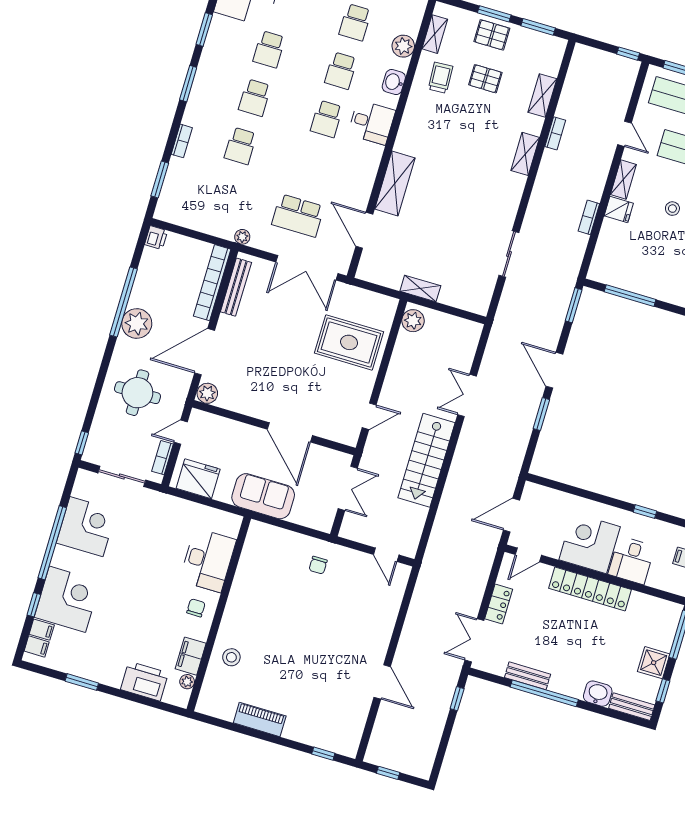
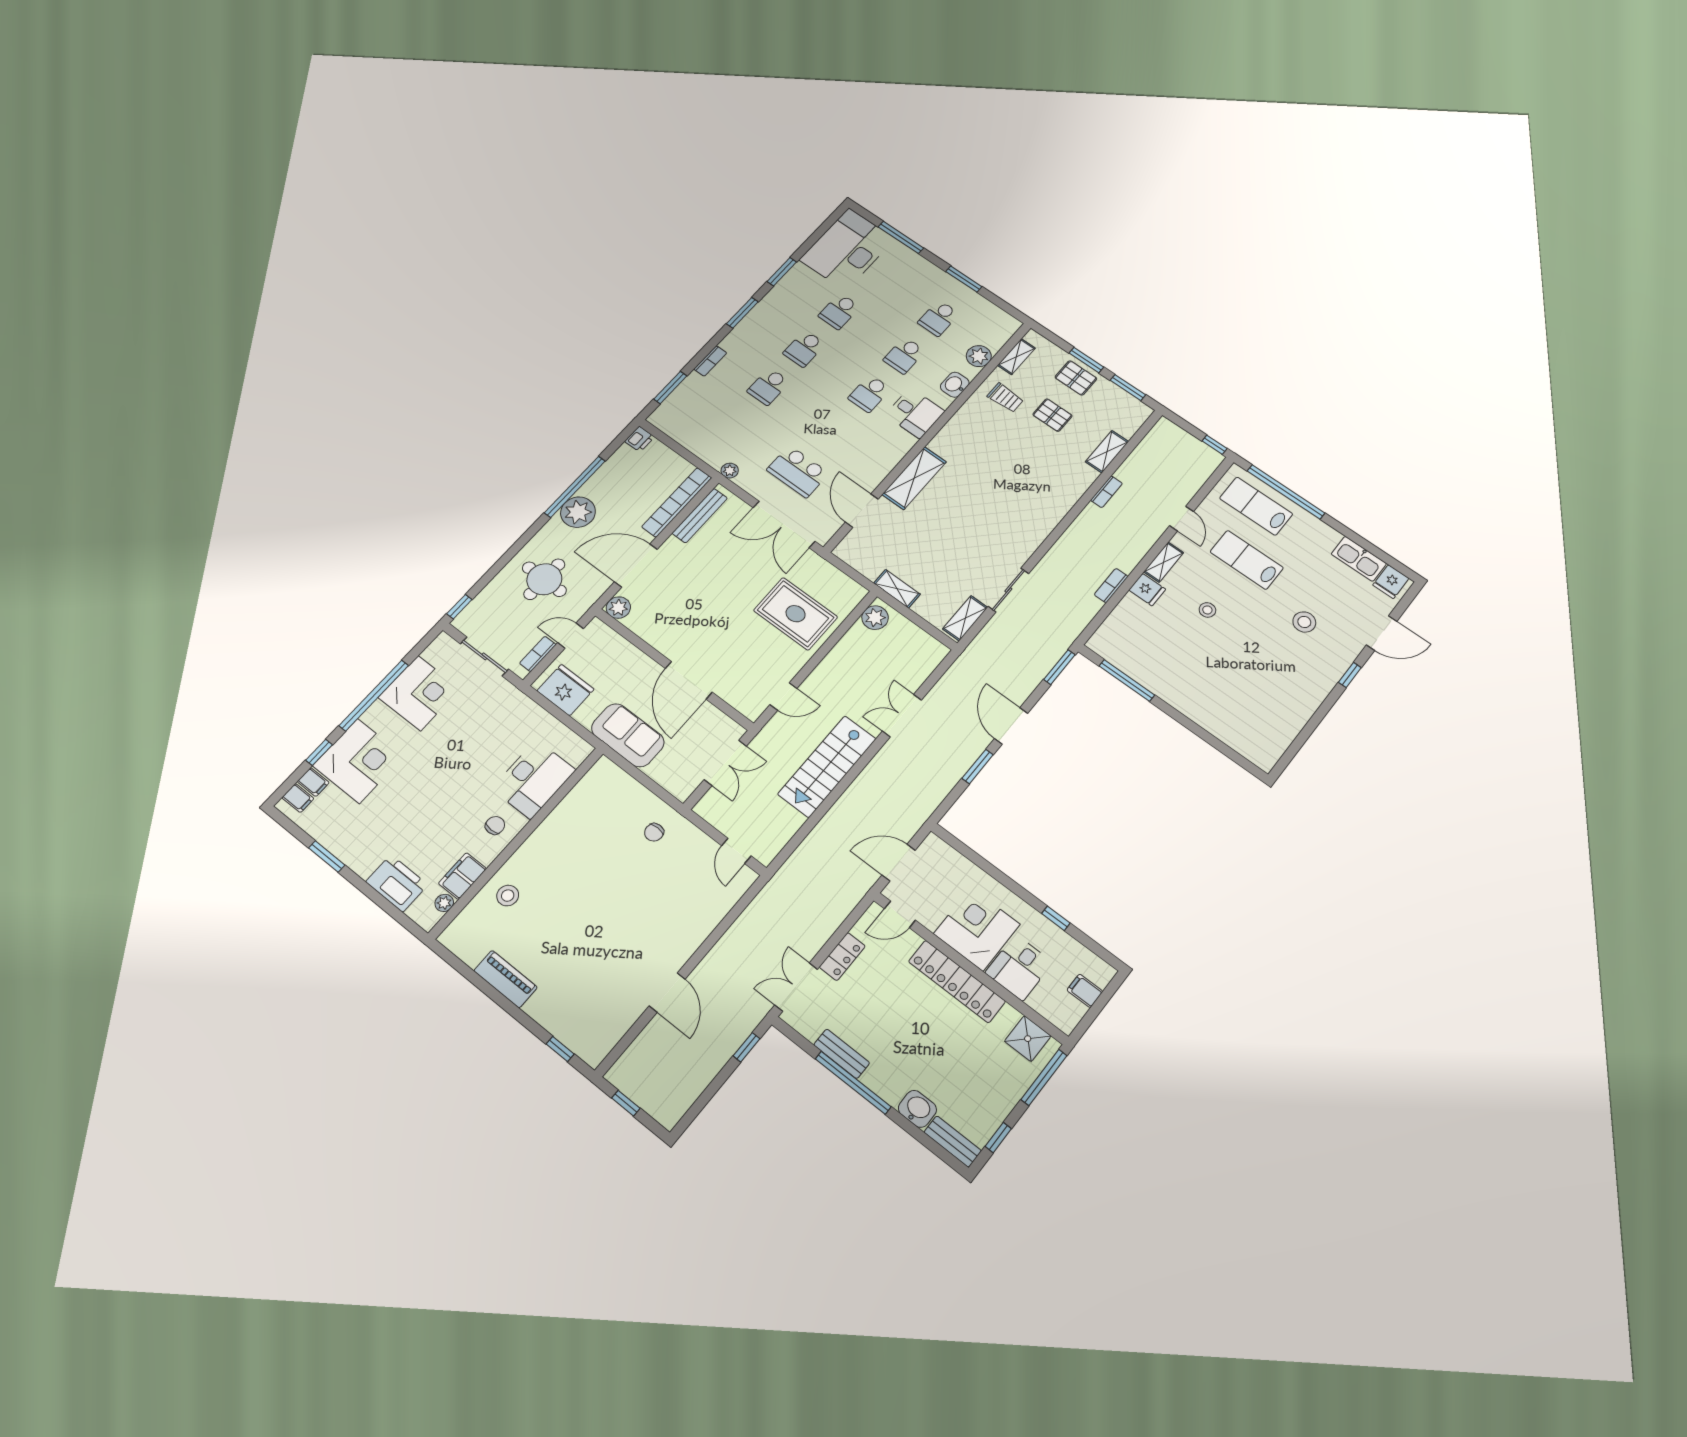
trolley: (440, 78) -> (1005, 398), turned 93
shelving: (525, 154) -> (965, 618), moved
shower: (654, 663) -> (1028, 1039), moved

